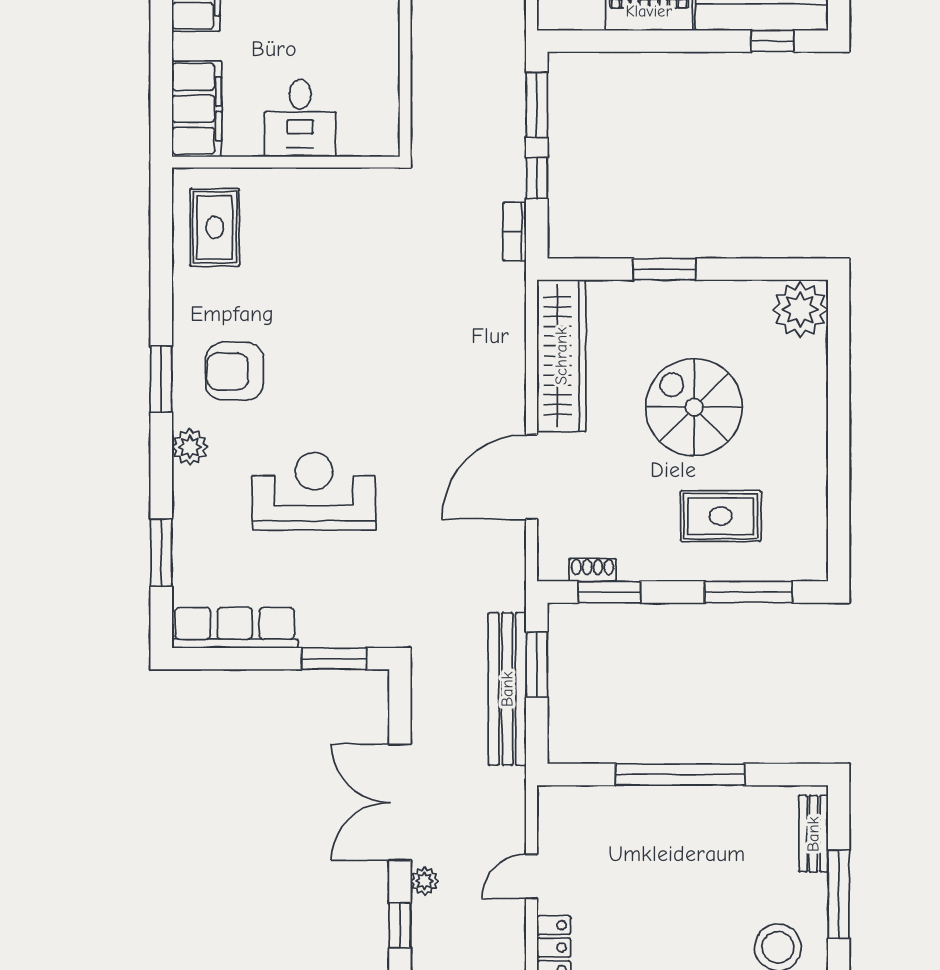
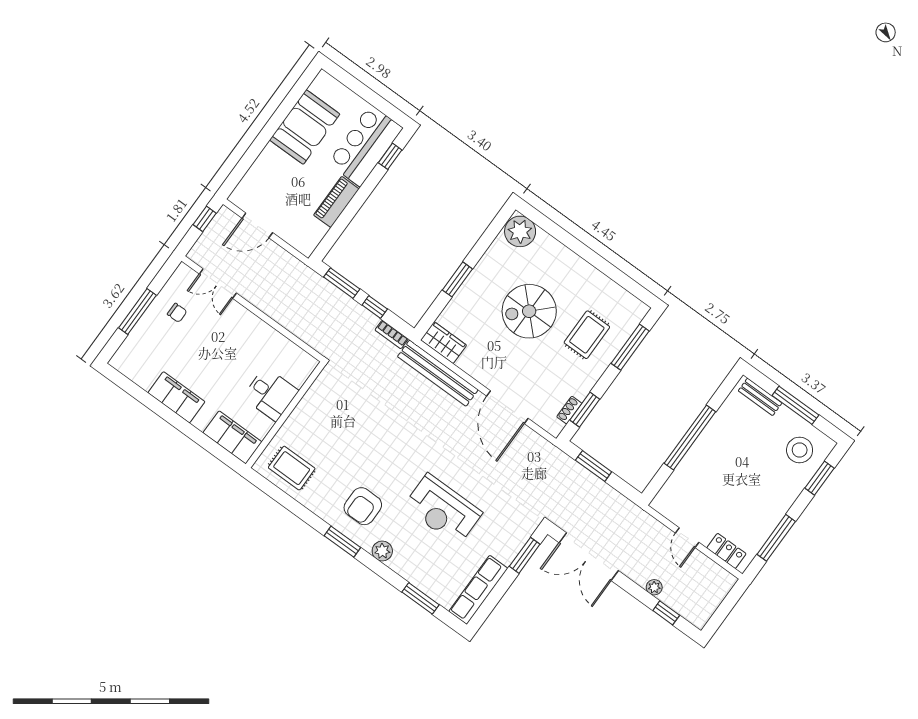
wardrobe: (561, 356) -> (444, 343), width x0.48, depth x0.85
reception desk: (314, 491) -> (443, 510), turned -90
bench: (507, 689) -> (438, 373), moved
double door: (400, 802) -> (589, 557), moved

